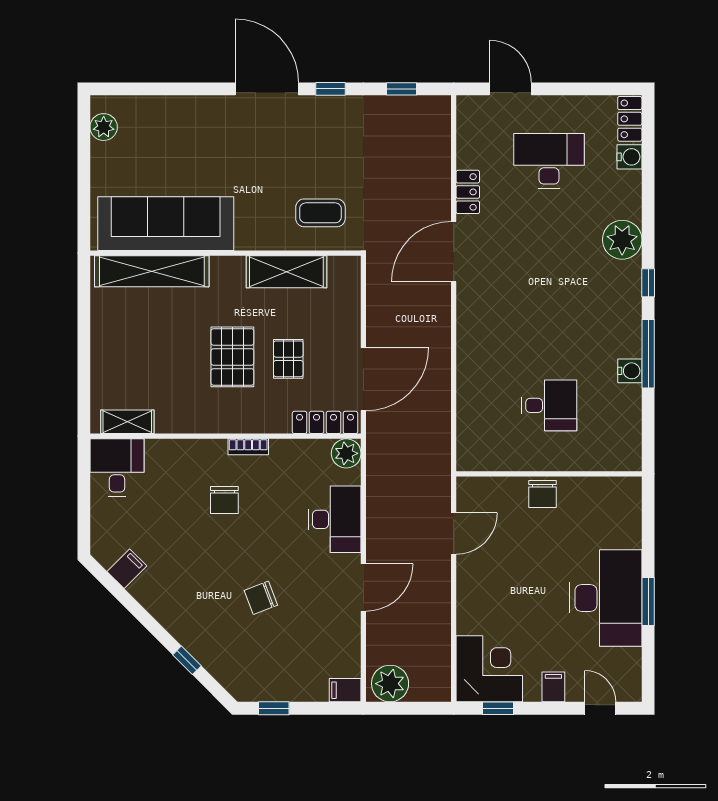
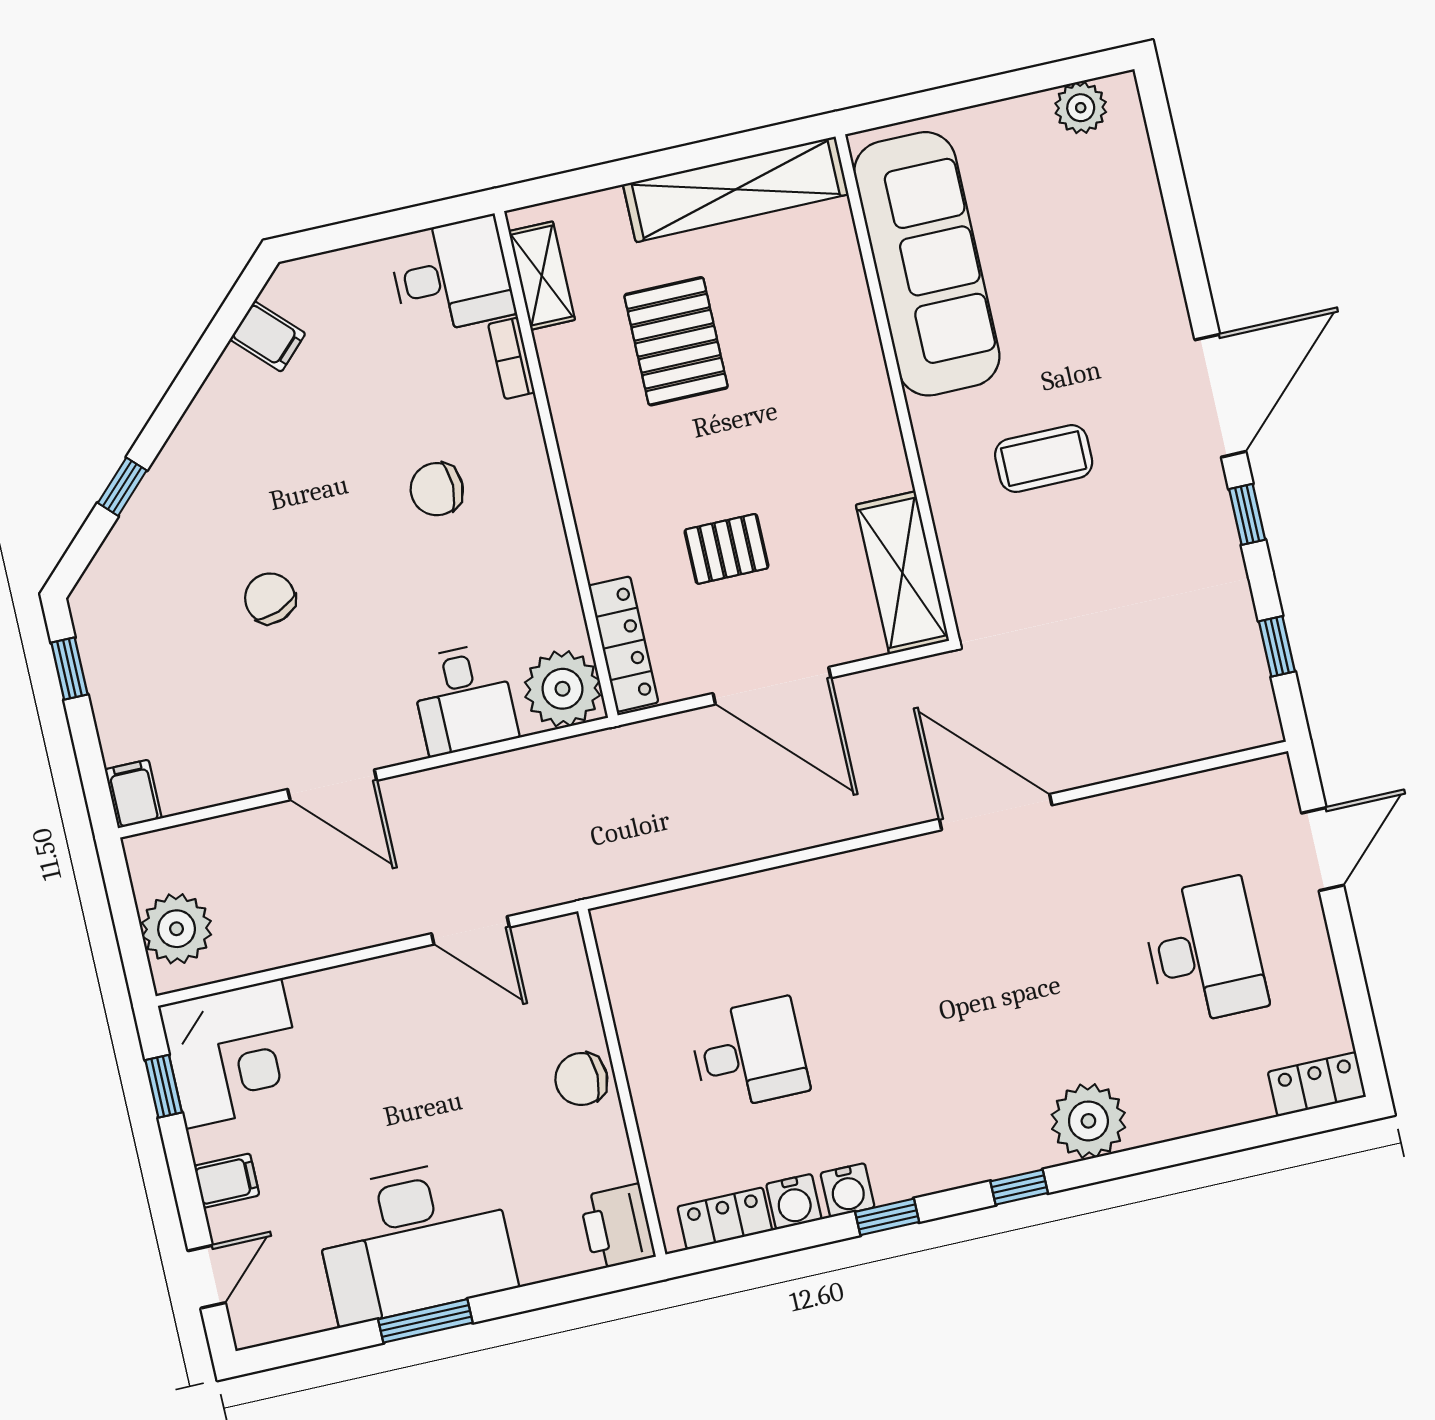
water cooler: (629, 157) -> (794, 1202), moved
locker: (468, 192) -> (725, 1218), moved, turned 180
coffee table: (320, 213) -> (1044, 459), moved, turned 90
shelving: (152, 271) -> (736, 189), moved, turned 90
shelving: (286, 272) -> (902, 573), moved
window: (648, 354) -> (887, 1217), width x0.46
pallet: (232, 357) -> (676, 341), moved, turned 90
door: (363, 379) -> (772, 686), moved
desk: (549, 405) -> (749, 1054), turned -90
bookcase: (248, 447) -> (511, 358), moved
plant: (346, 453) -> (562, 689), width x1.36, depth x1.36
printer: (622, 493) -> (617, 1227), added
desk: (335, 519) -> (464, 699), width x0.73
plant: (390, 684) -> (177, 929), moved

